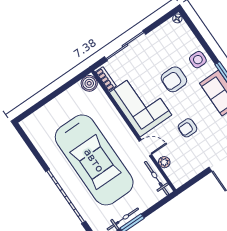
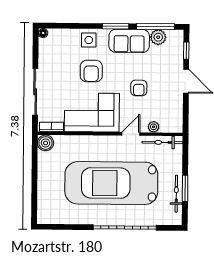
car: (94, 160) -> (111, 183), turned 180

